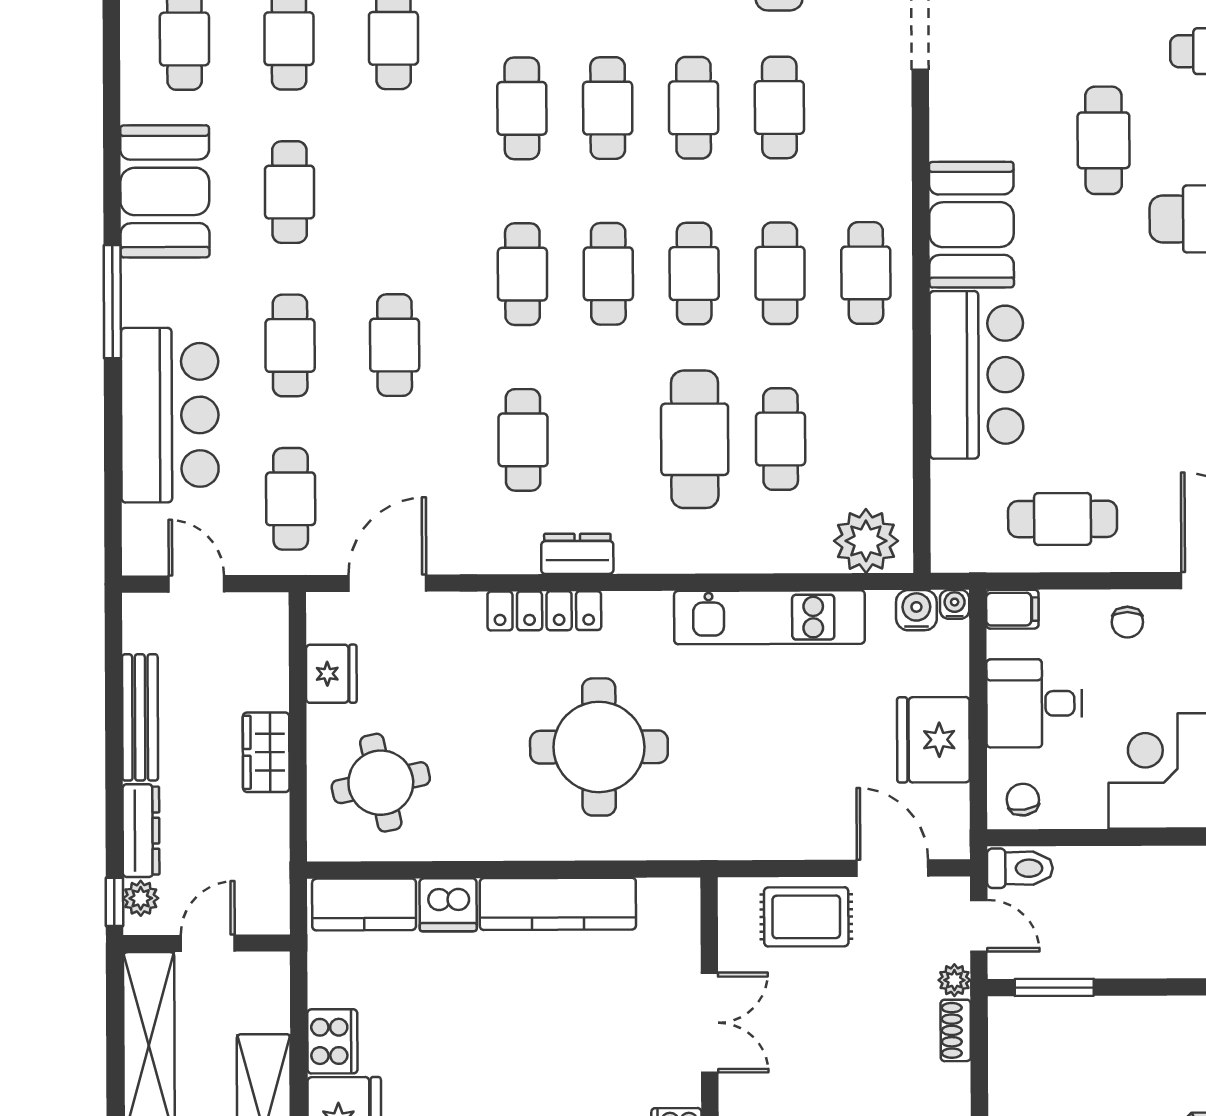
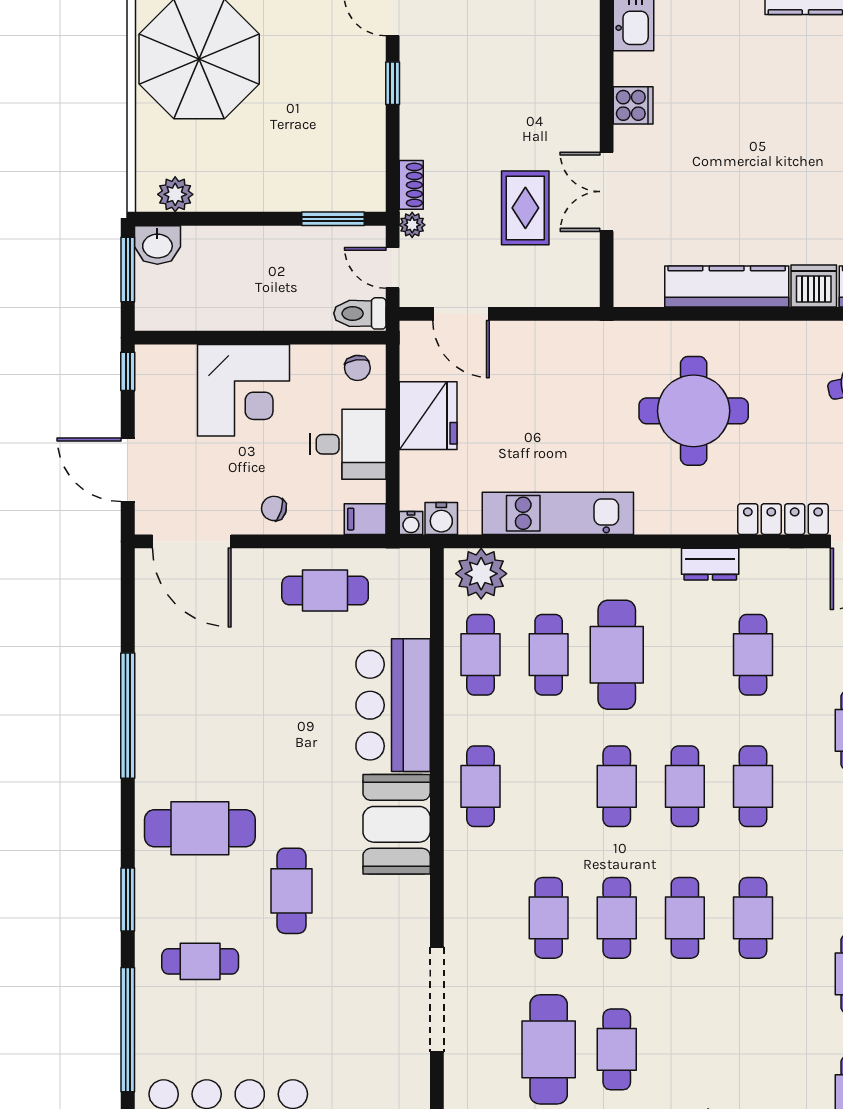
cafe table: (780, 273) -> (481, 655), moved
locker: (544, 611) -> (783, 519), moved
chair: (1127, 622) -> (274, 508), turned -73
rug: (806, 917) -> (525, 208), moved, turned 90

